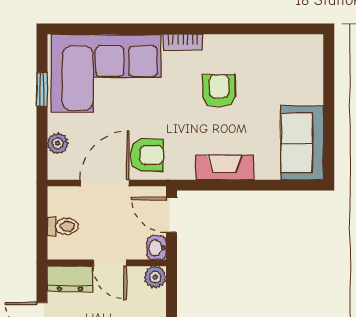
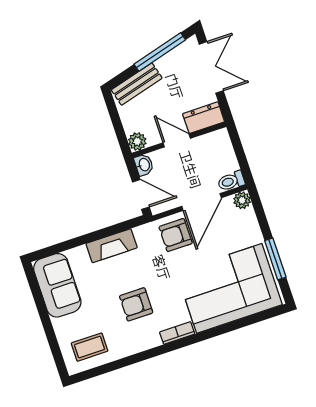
coffee table: (289, 60) -> (90, 347), added
window: (42, 89) -> (275, 259), width x1.50
armchair: (219, 91) -> (136, 304), turned 90
plant: (58, 143) -> (242, 200), moved
toilet: (63, 226) -> (231, 181), moved

